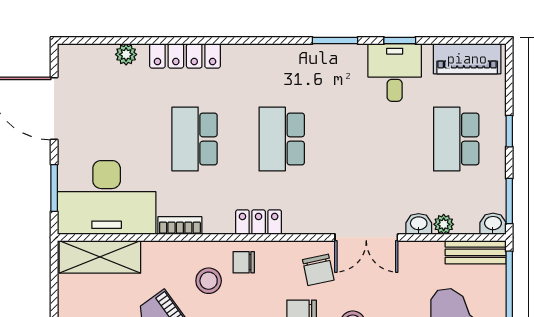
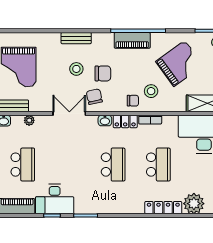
plant: (126, 54) -> (194, 204), width x1.88, depth x1.88
desk: (395, 72) -> (55, 199), width x1.37
washbasin: (419, 224) -> (105, 121), moved
bookcase: (180, 226) -> (150, 120), moved

